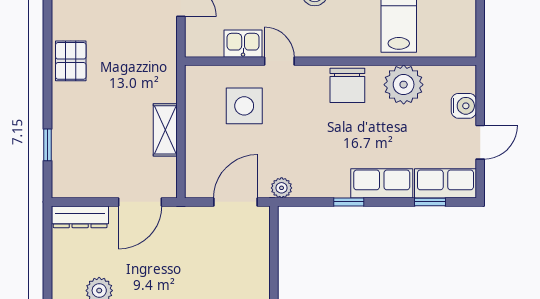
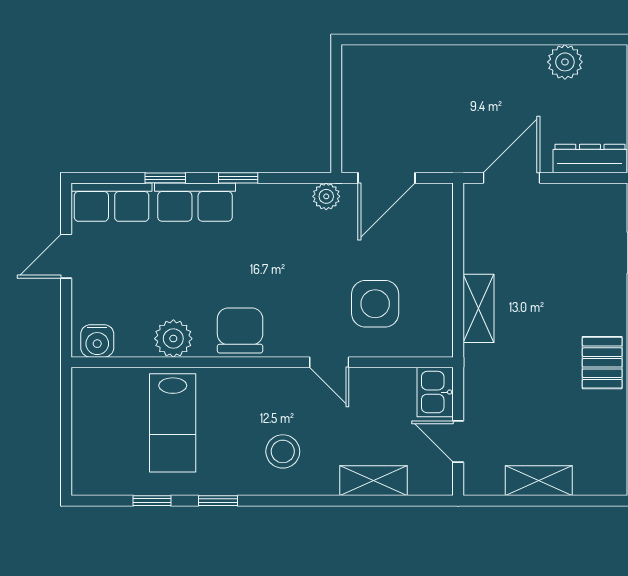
kitchen sink: (243, 44) -> (435, 392), moved, turned 90
plant: (404, 85) -> (173, 339), width x0.73, depth x0.73
water cooler: (464, 106) -> (97, 341), moved, turned -90
shelving: (165, 130) -> (478, 308), moved
window: (430, 202) -> (165, 178), moved

